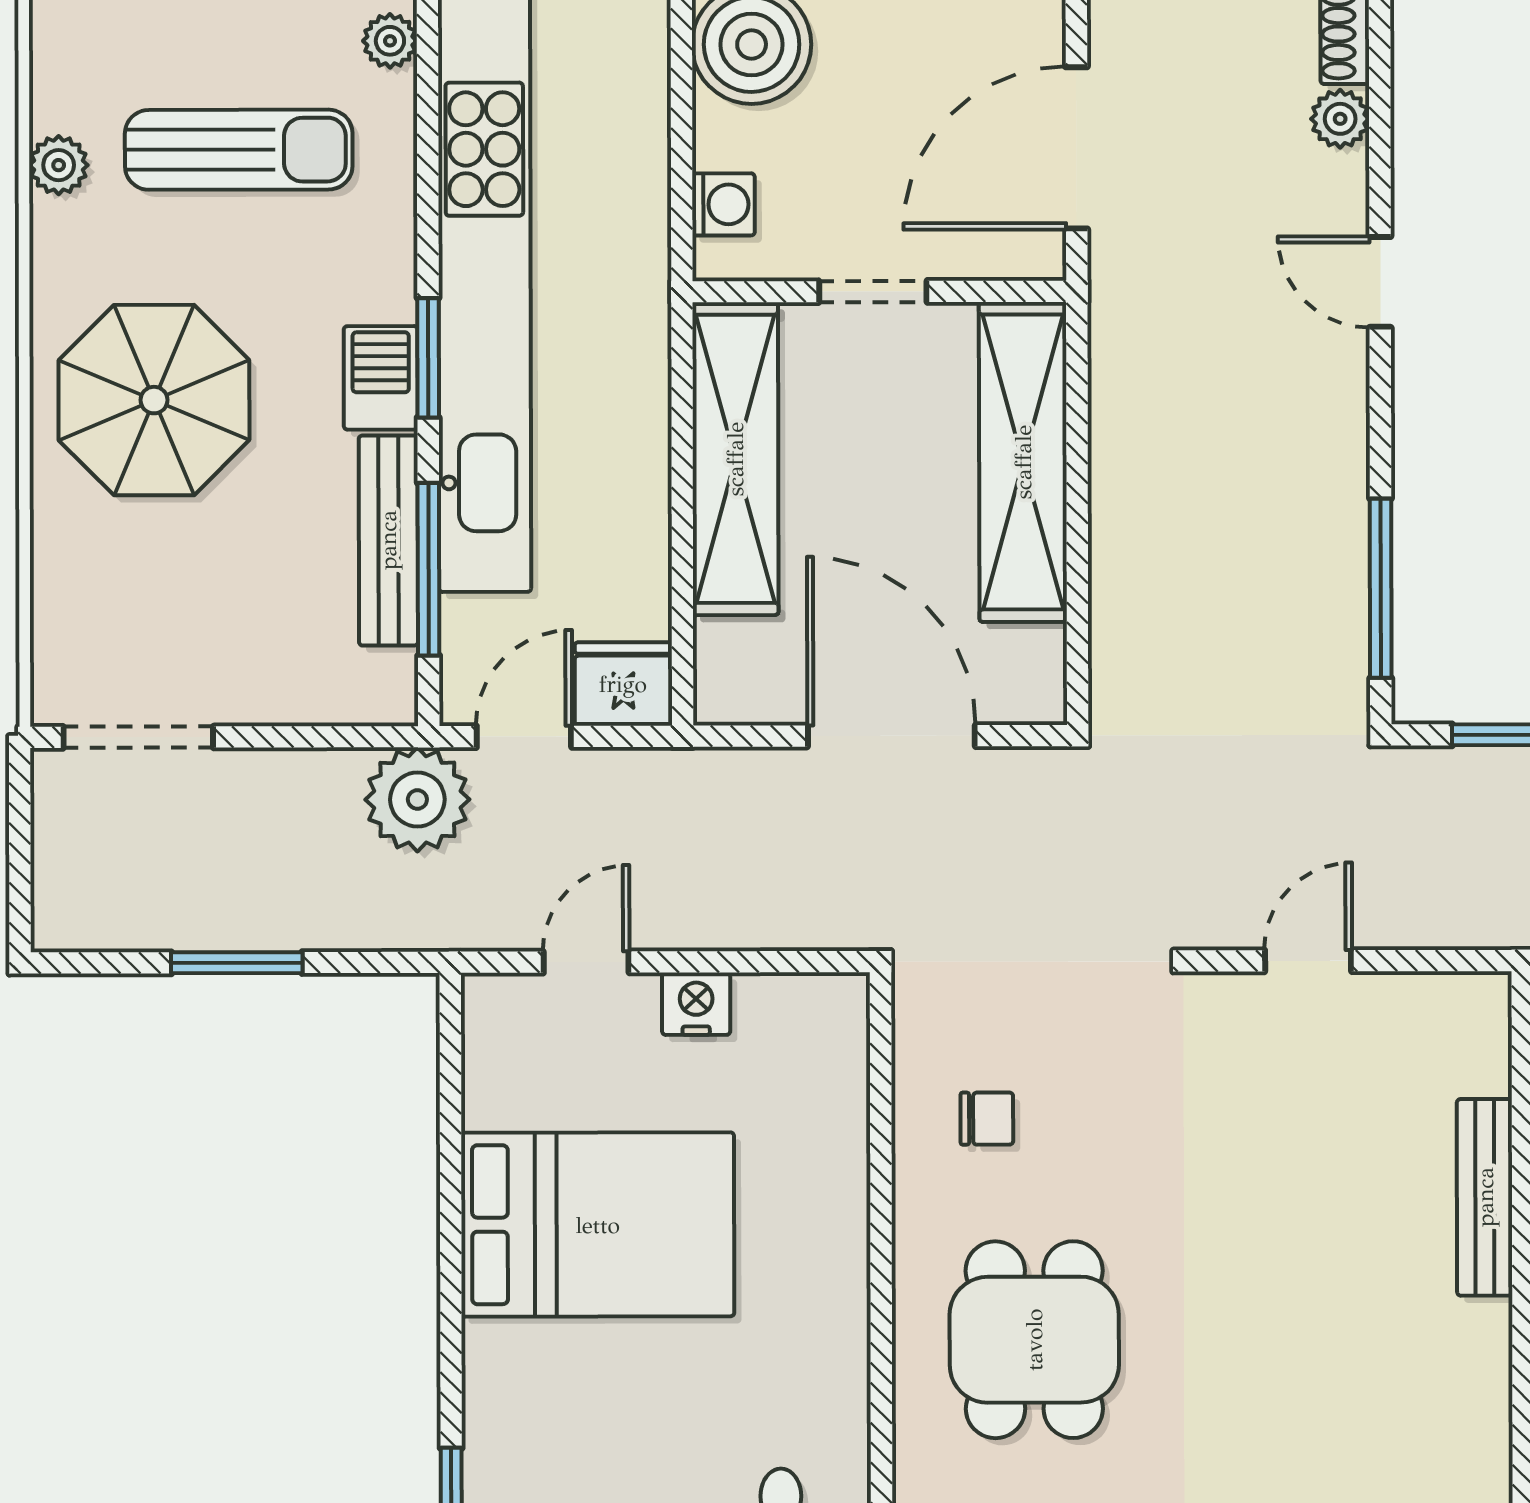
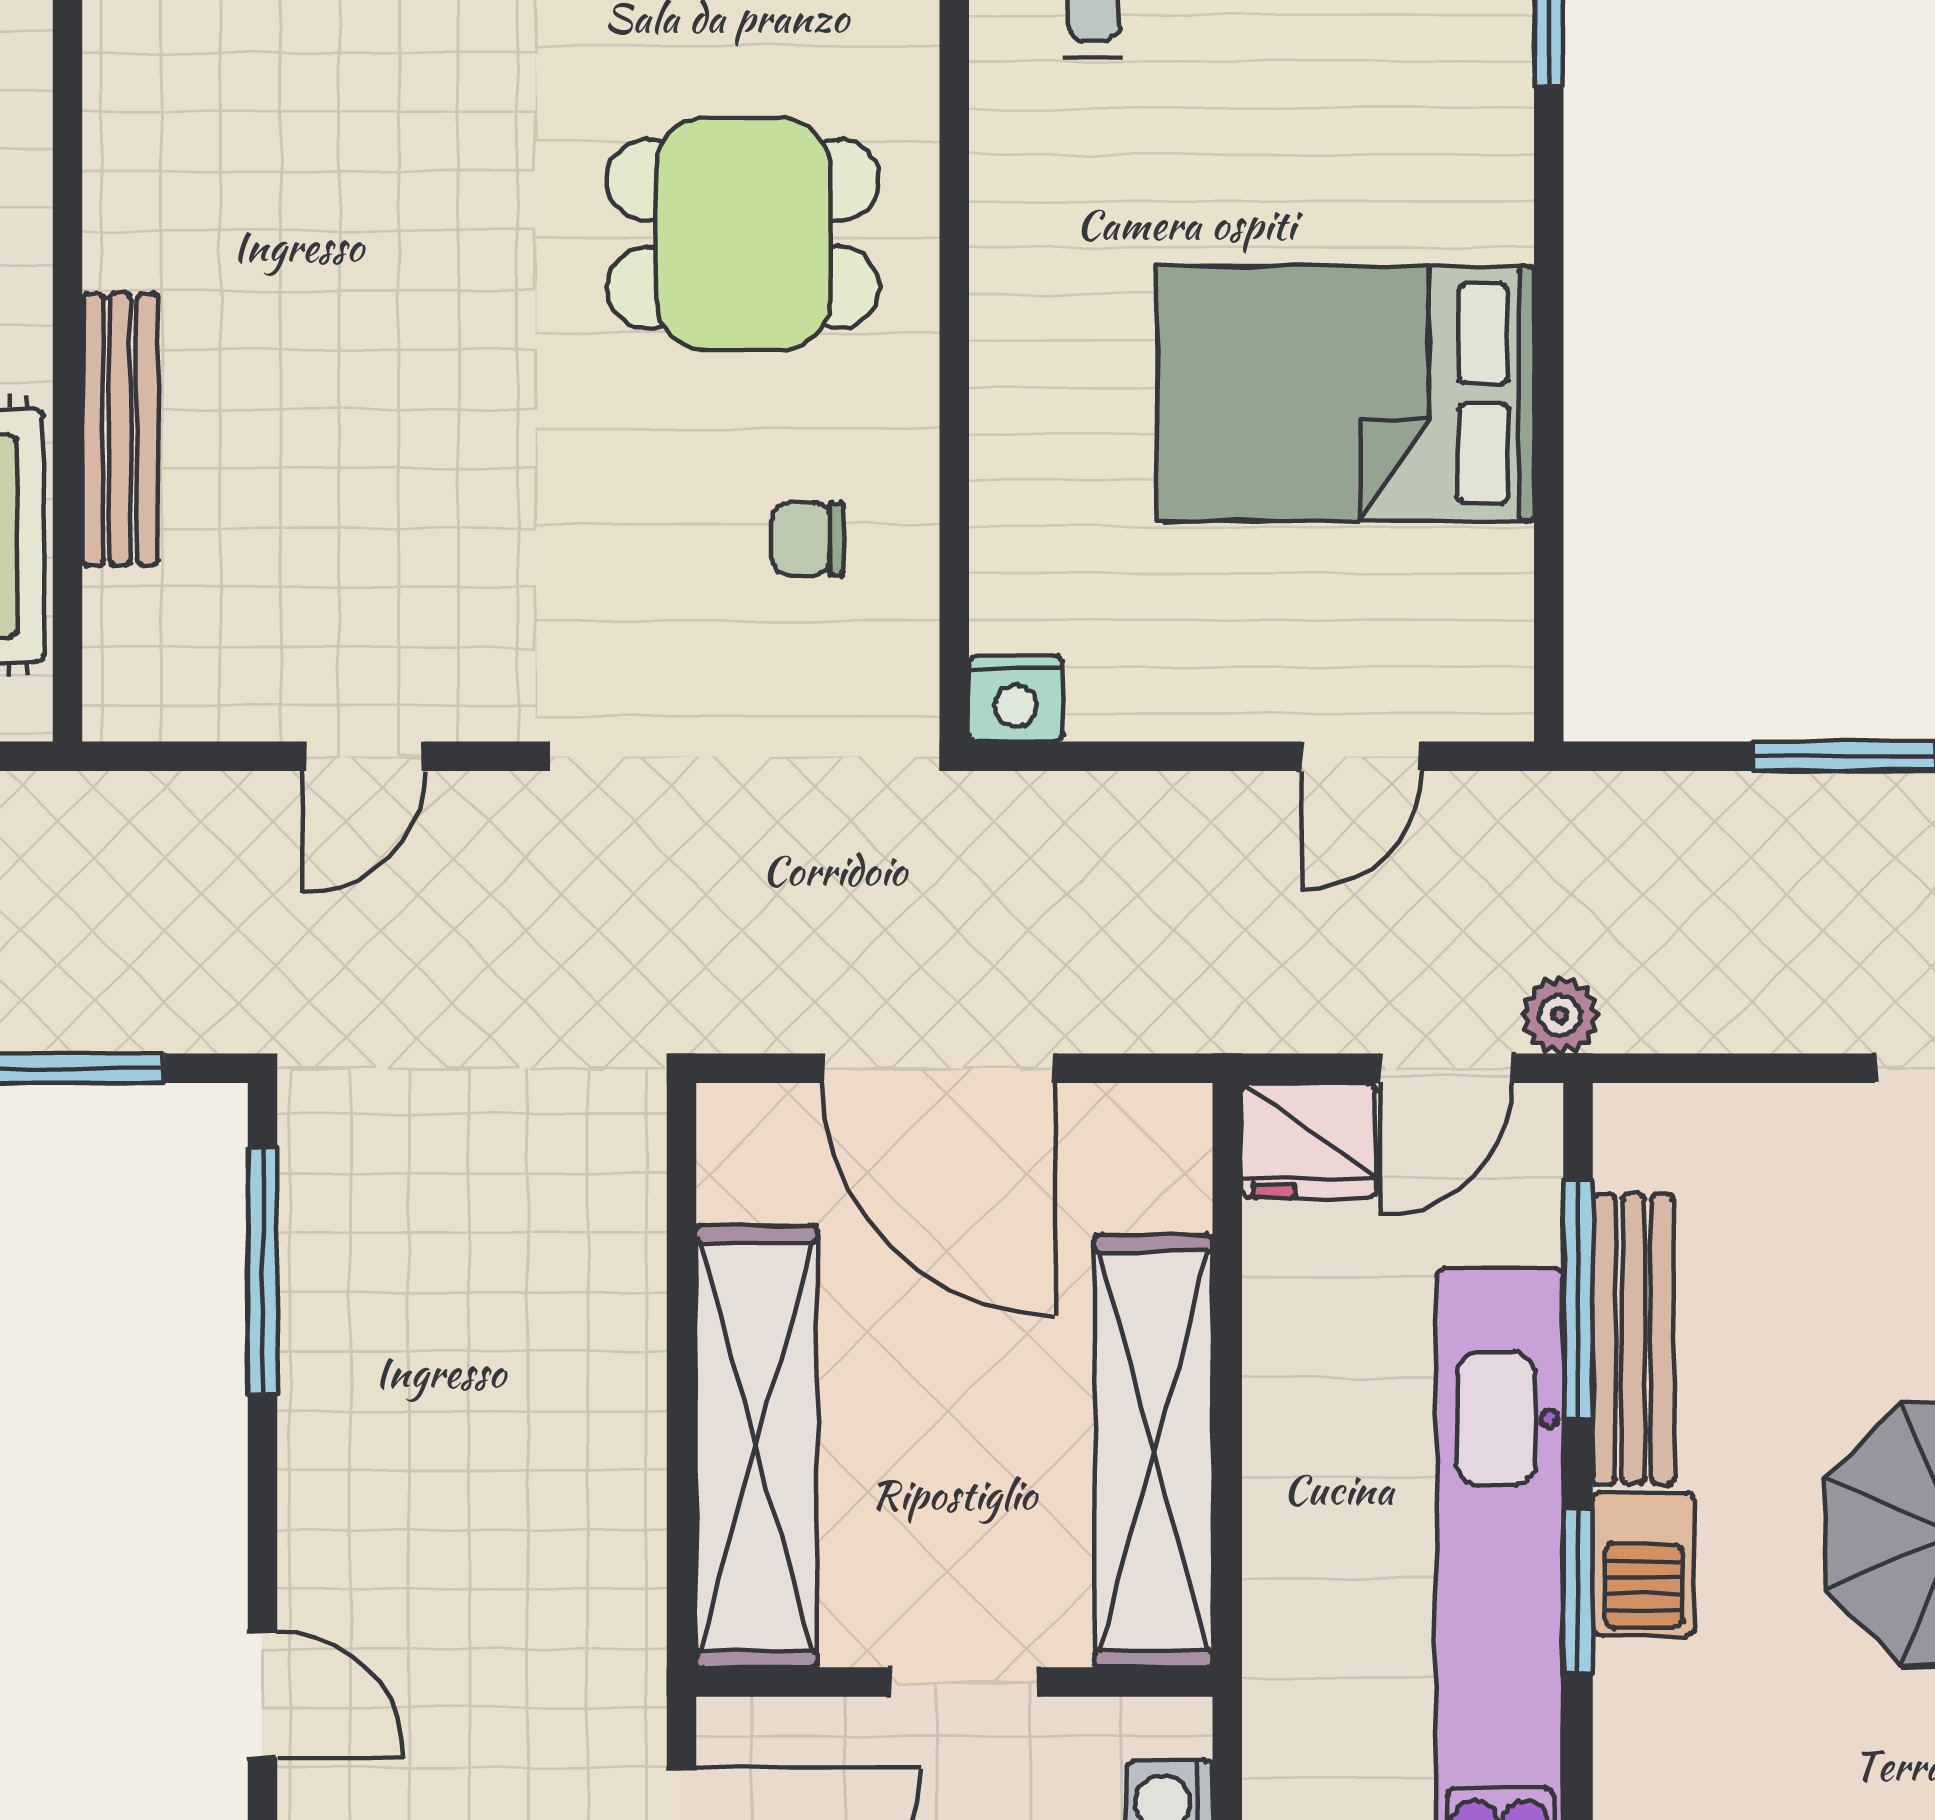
plant: (417, 799) -> (1560, 1015), width x0.53, depth x0.53
nightstand: (696, 1004) -> (1016, 699), moved
dining table: (1034, 1340) -> (743, 234), turned 90

